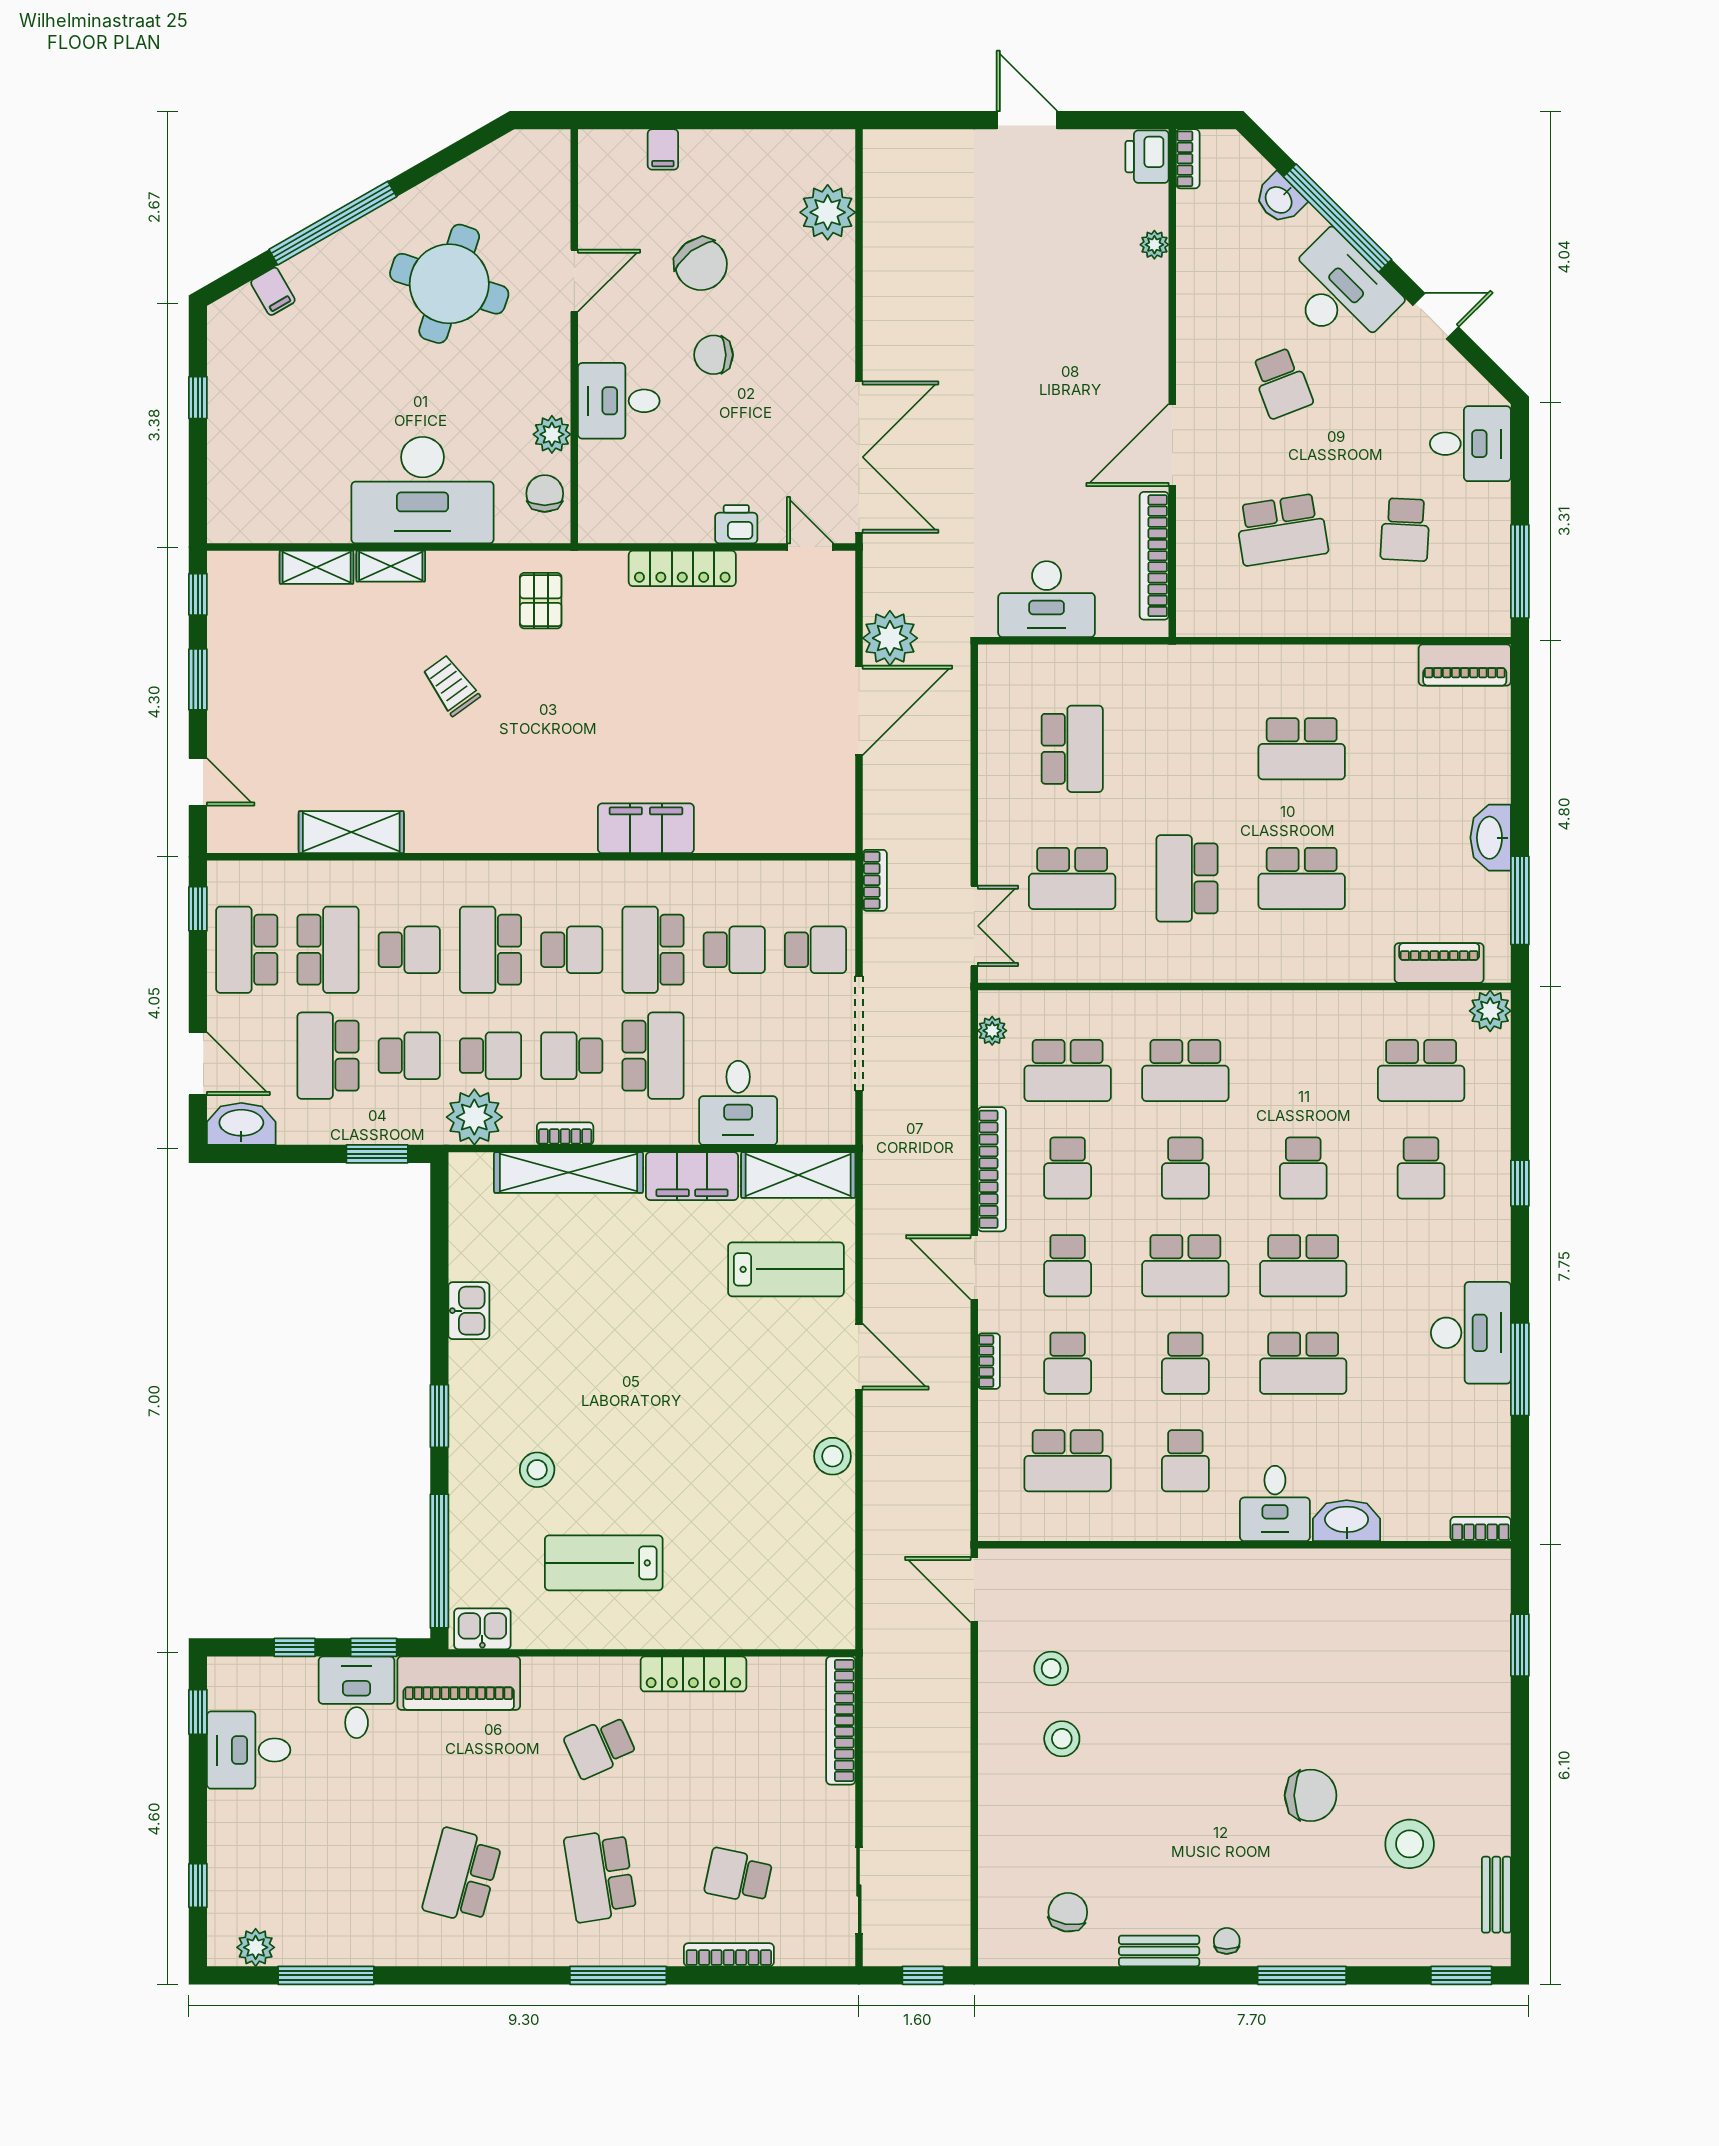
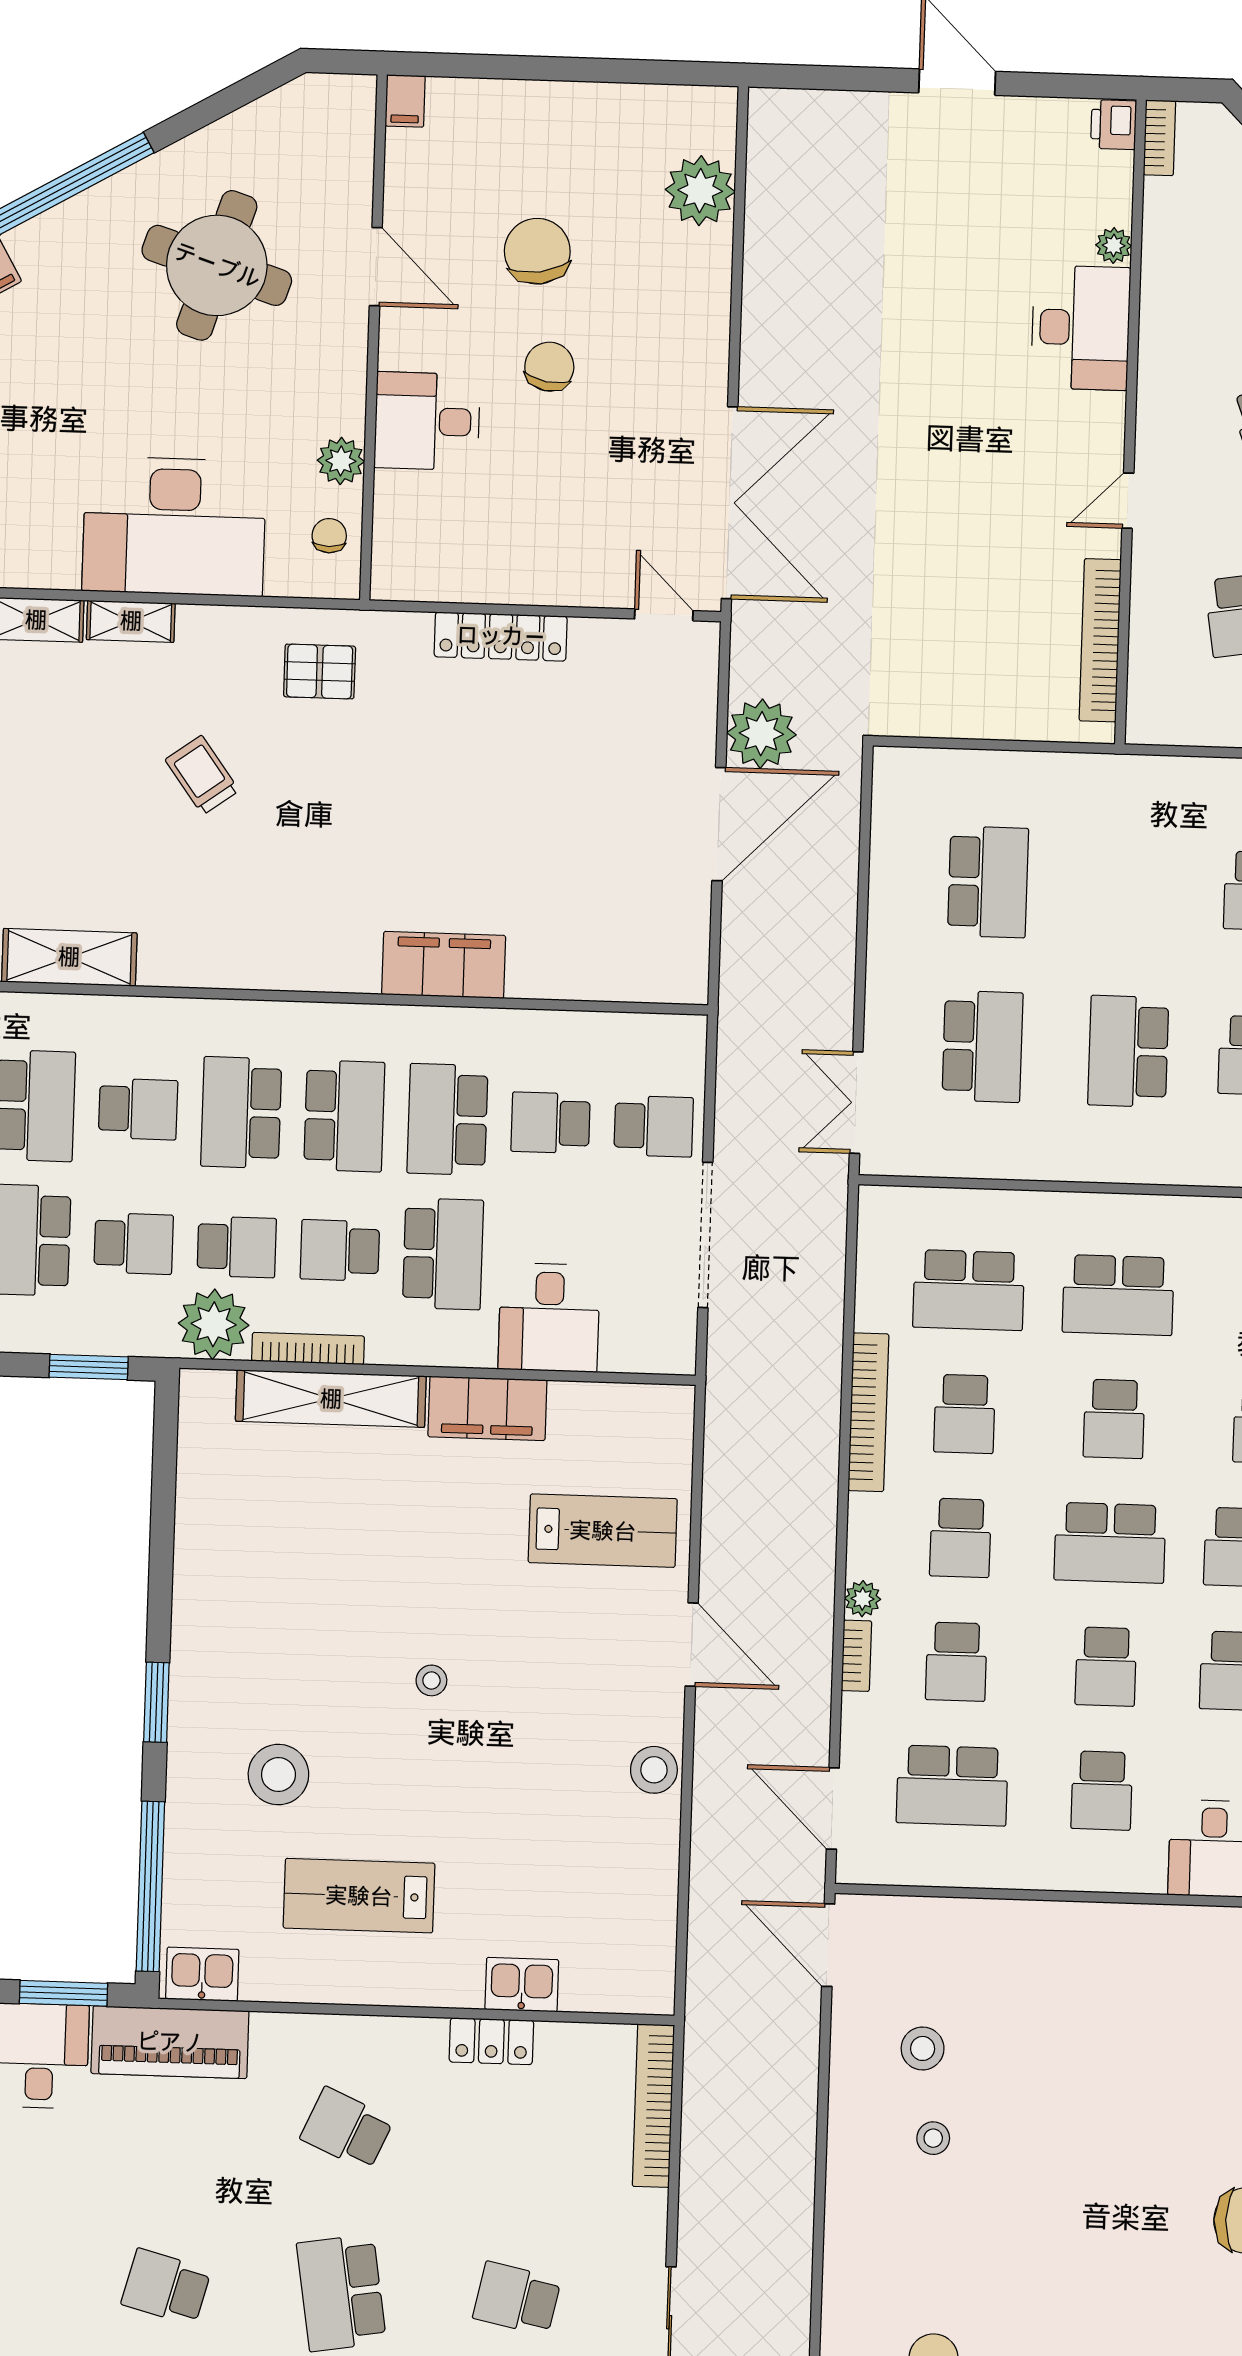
filing cabinet: (663, 149) -> (405, 101), moved
printer: (1147, 157) -> (1114, 125), width x0.73, depth x0.81
chair: (701, 264) -> (537, 251), turned -152
door: (574, 281) -> (376, 267), hinge flipped
chair: (714, 355) -> (549, 367), turned 100
door: (1172, 445) -> (1128, 501), width x0.53
chair: (545, 493) -> (329, 536), width x0.73, depth x0.73
printer: (736, 524) -> (571, 583), removed
desk: (1047, 599) -> (1081, 328), moved, turned -90
pallet: (541, 601) -> (320, 671), turned 90
school desk: (1072, 878) -> (983, 1046), turned -90
bookcase: (875, 880) -> (732, 1041), removed
double door: (974, 926) -> (856, 1103), swing flipped
school desk: (572, 950) -> (344, 1116), width x1.85
school desk: (734, 950) -> (551, 1123), turned 180
plant: (992, 1031) -> (863, 1599), moved
bookcase: (565, 1134) -> (308, 1349), width x1.56
shelving: (798, 1175) -> (622, 1411), removed
door: (974, 1267) -> (833, 1808), moved
kitchen sink: (469, 1311) -> (522, 1985), moved, turned -90
stool: (655, 1392) -> (431, 1680), added
stool: (537, 1470) -> (278, 1775), width x1.38, depth x1.38
window: (374, 1647) -> (63, 1993), width x1.50
locker: (693, 1674) -> (491, 2041), width x0.66
stool: (1062, 1739) -> (933, 2138), width x0.73, depth x0.73
school desk: (600, 1747) -> (347, 2129), turned 48
school desk: (462, 1876) -> (166, 2287), width x0.54

